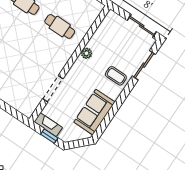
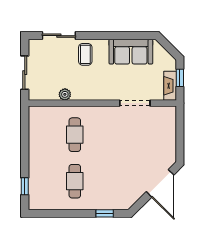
sliding door: (142, 26) -> (25, 73), moved
plant: (86, 53) -> (65, 94), moved

